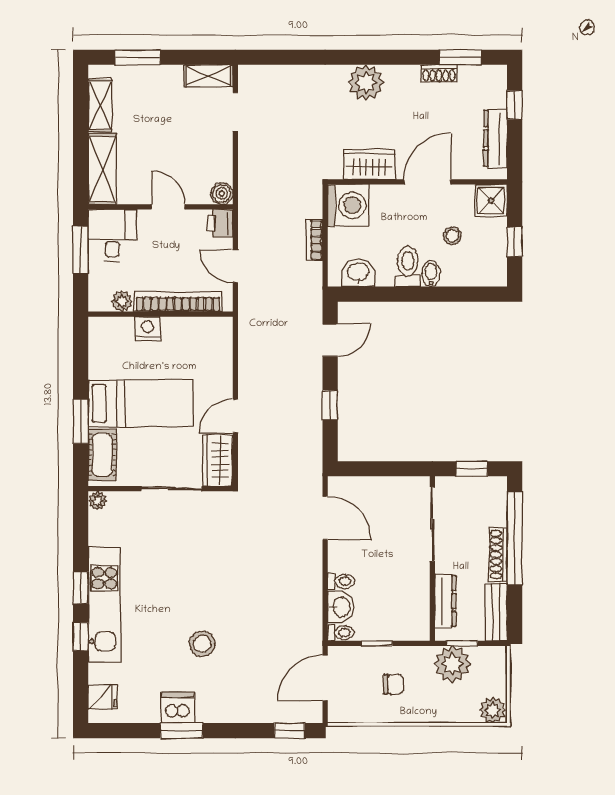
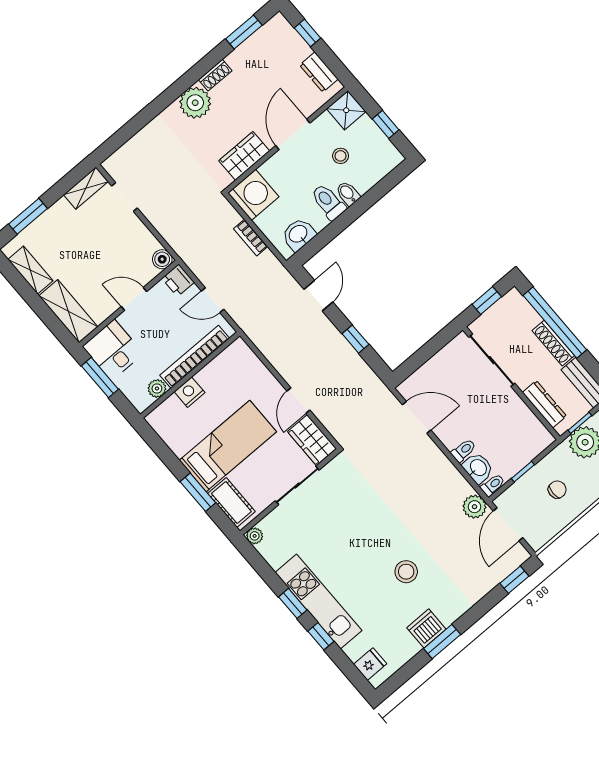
shoe rack: (439, 73) -> (215, 75), moved
dresser: (496, 138) -> (319, 72), width x0.70
plant: (309, 638) -> (475, 507), added

